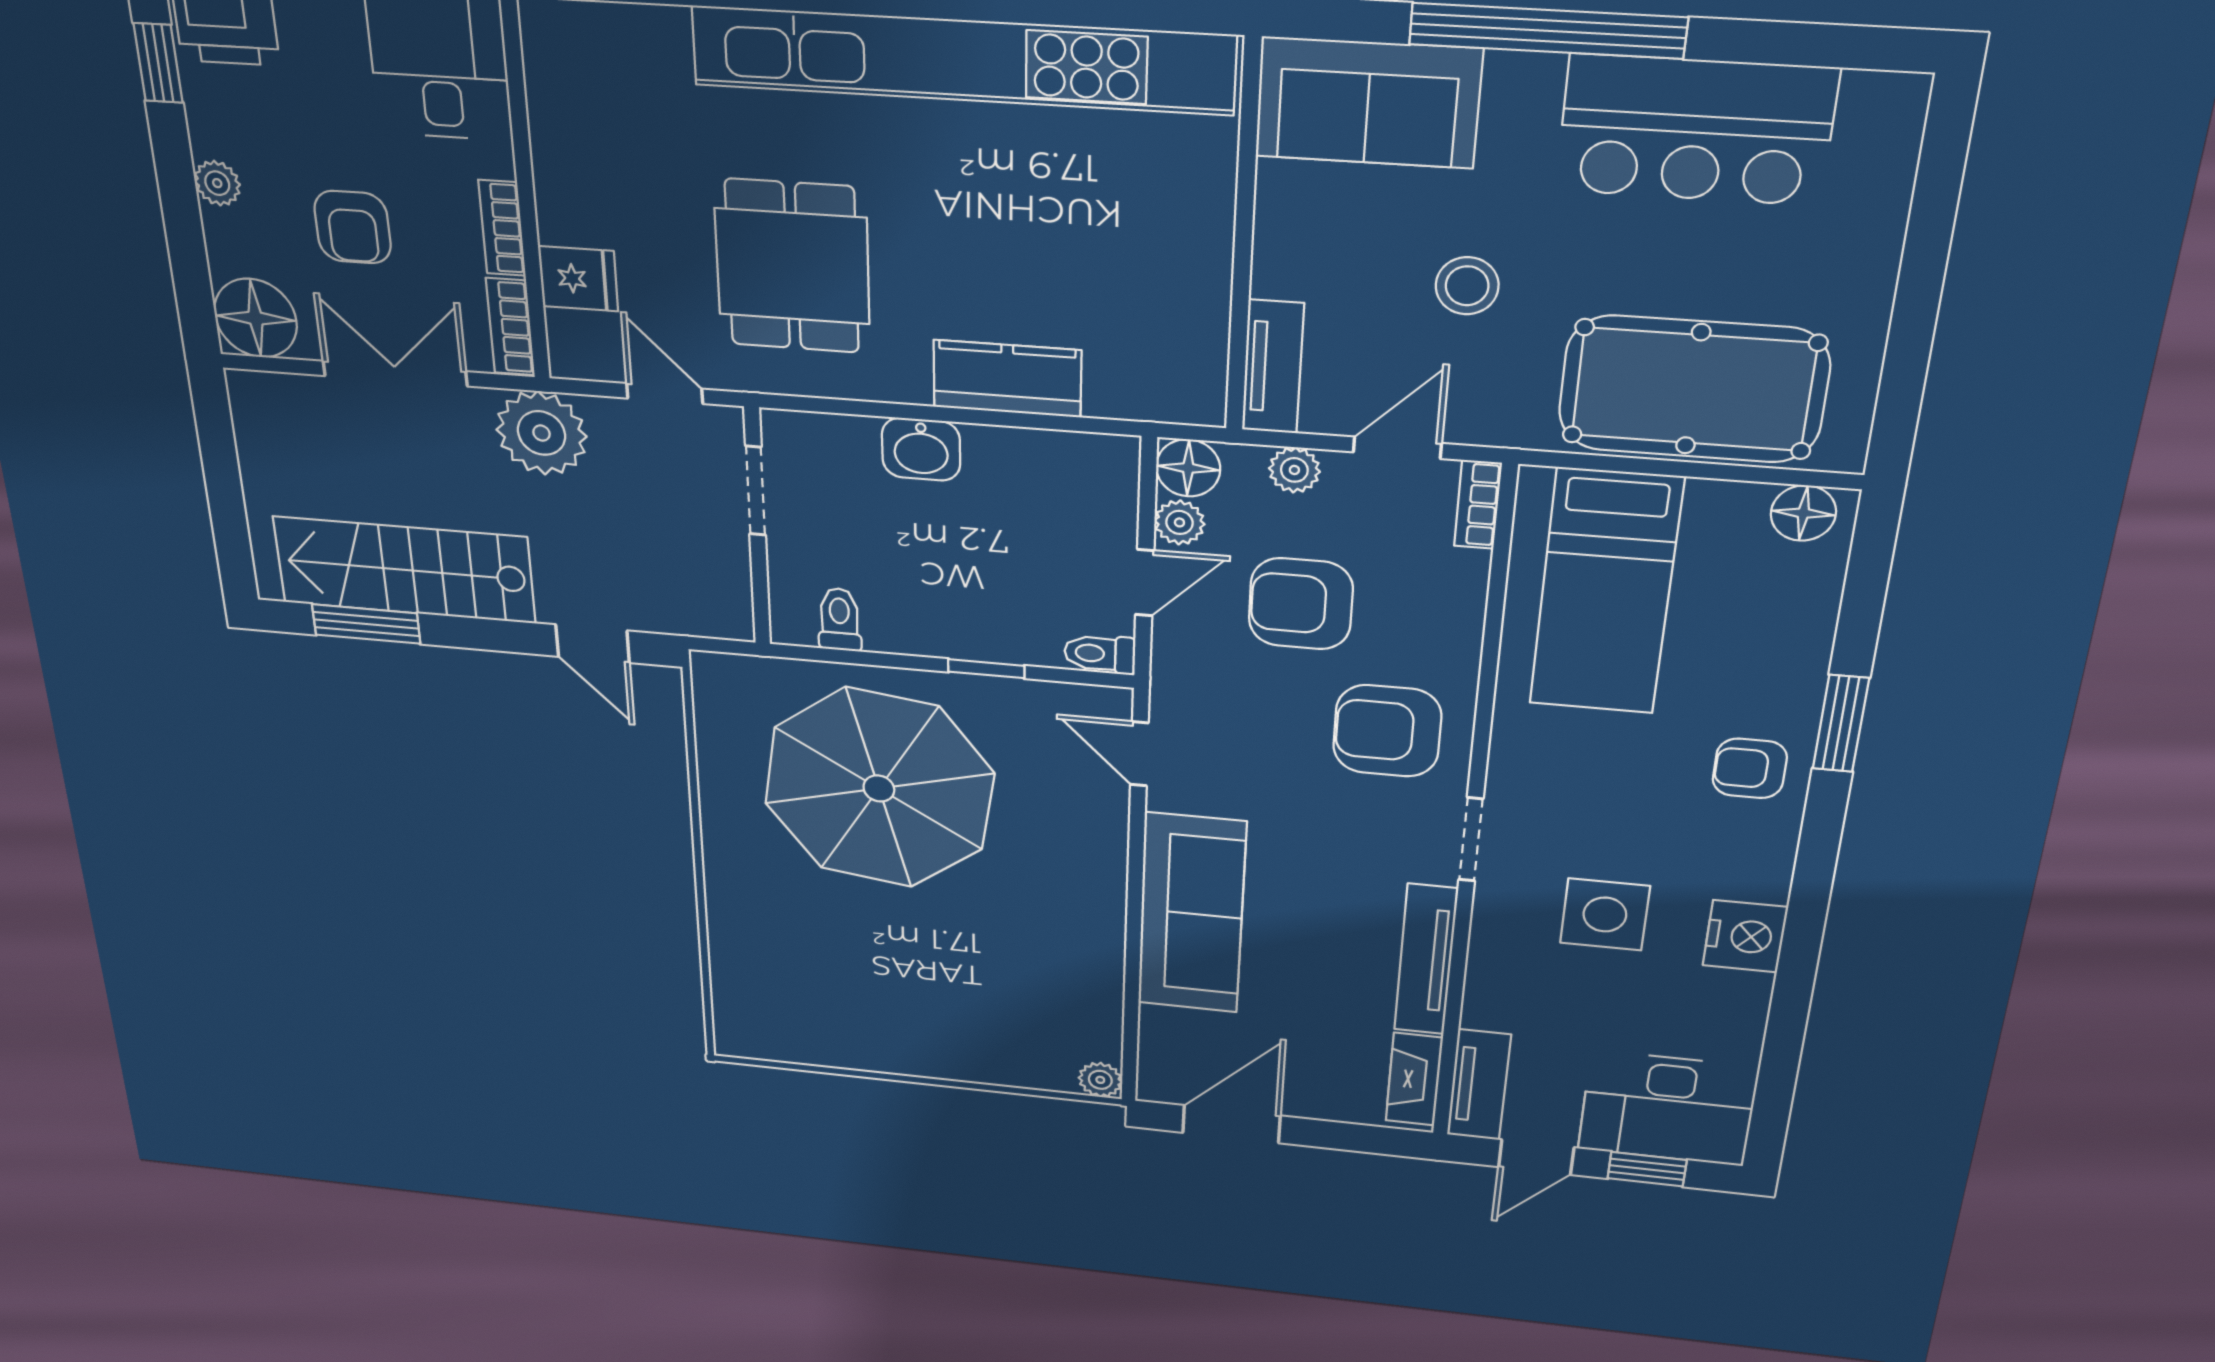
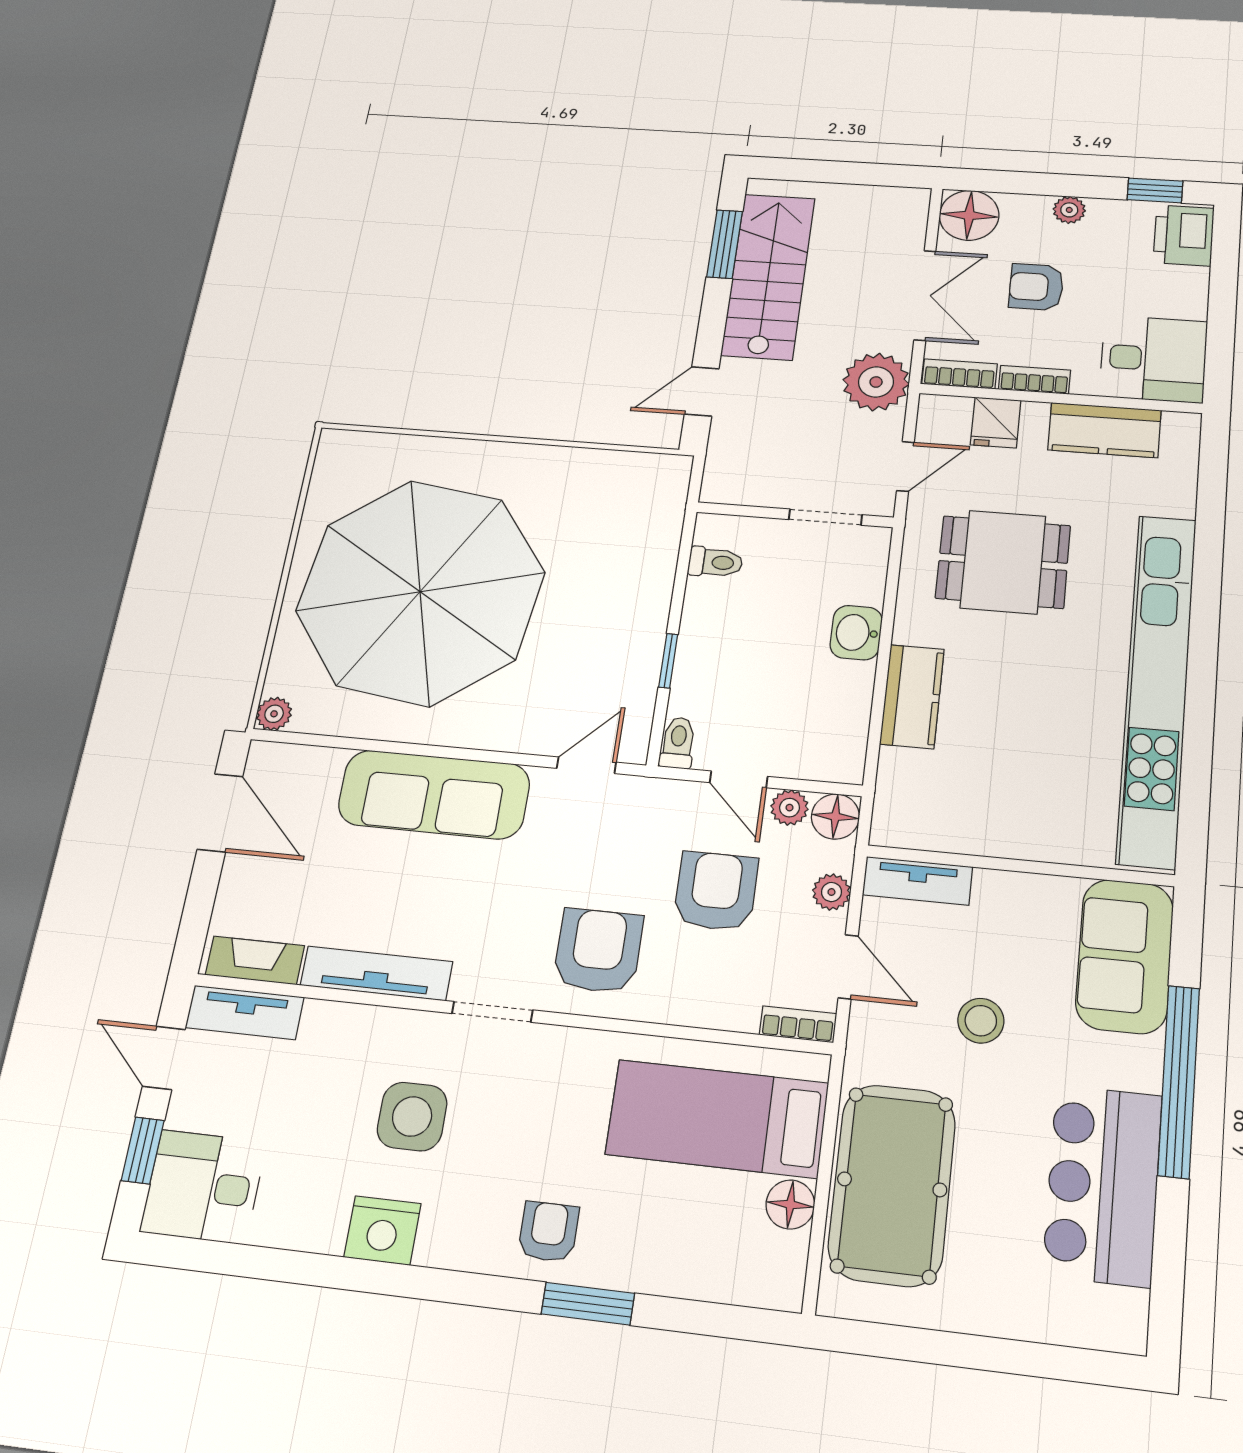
kitchen counter: (566, 133) -> (1104, 430), added
floor lamp: (1803, 513) -> (790, 1205), moved
parasol: (879, 788) -> (420, 592), moved, width x1.36, depth x1.36
desk: (1668, 1108) -> (203, 1187), width x0.73

